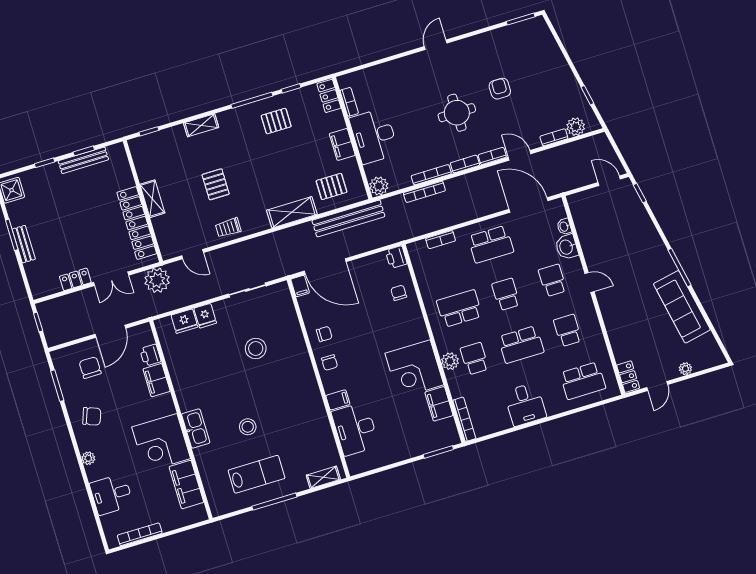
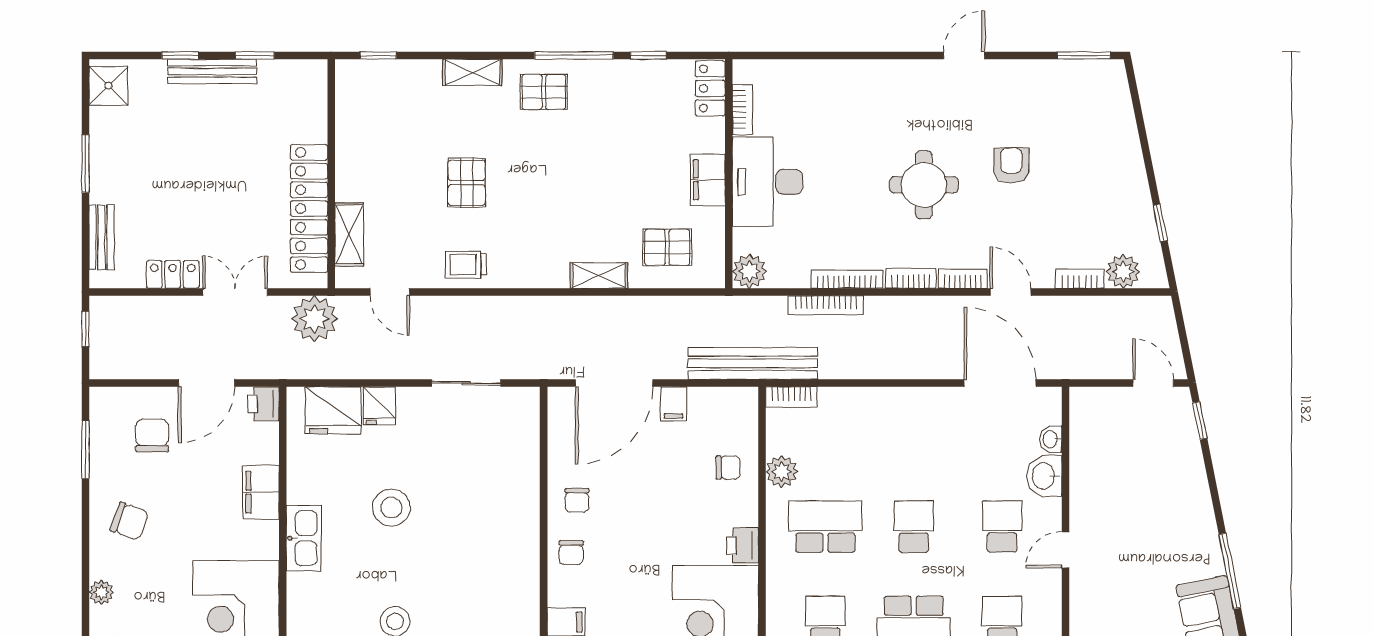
door: (436, 45) -> (964, 55), moved
pallet: (276, 121) -> (544, 92), moved
bench: (83, 160) -> (212, 71), moved
shelving: (152, 199) -> (349, 234), moved
shelving: (292, 212) -> (599, 276), width x0.67, depth x0.75
bench: (348, 218) -> (753, 363), moved
bookcase: (441, 240) -> (791, 397), moved
bench: (24, 244) -> (102, 237), moved
school desk: (491, 244) -> (914, 431), removed
printer: (396, 257) -> (742, 545), moved
door: (325, 266) -> (614, 383), hinge flipped
double door: (111, 279) -> (235, 292), swing flipped
door: (590, 283) -> (1065, 550), swing flipped
filing cabinet: (300, 286) -> (674, 404), moved
chair: (399, 293) -> (728, 468), turned 90
fridge: (184, 321) -> (333, 410), width x1.36, depth x1.34
chair: (324, 334) -> (577, 500), turned 90
stool: (256, 348) -> (391, 508), moved
printer: (150, 355) -> (263, 404), moved
plant: (450, 361) -> (782, 472), moved
kitchen sink: (196, 428) -> (304, 538), moved

